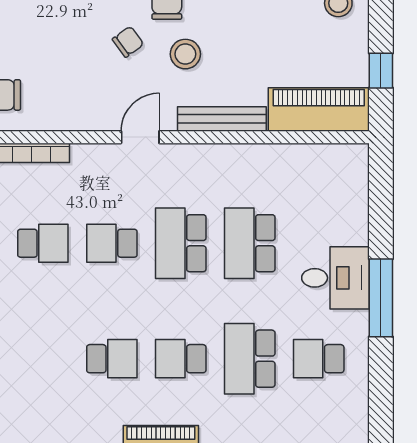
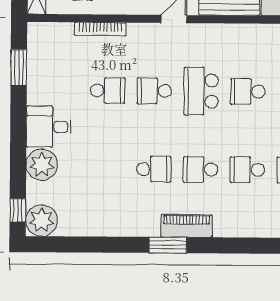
school desk: (250, 243) -> (248, 91), width x0.54
school desk: (250, 359) -> (247, 170), width x0.54

